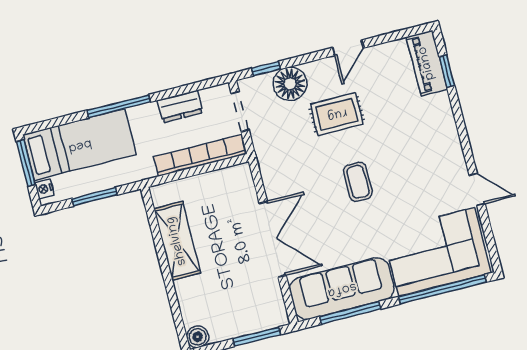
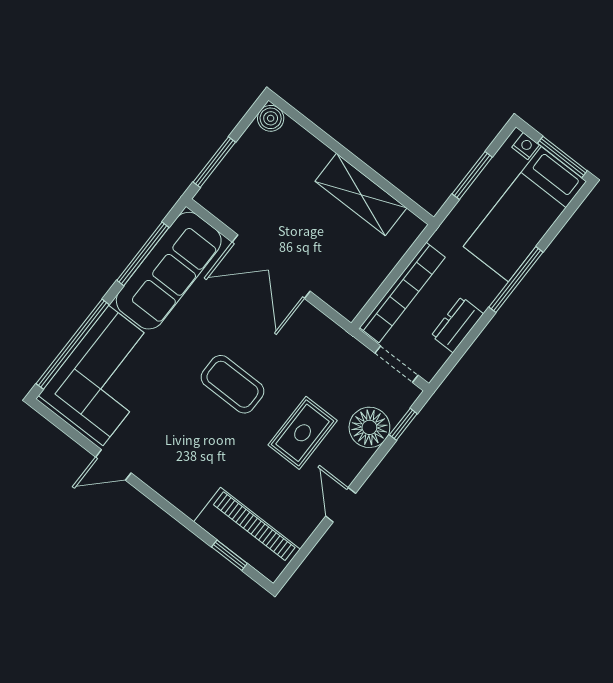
piano: (427, 63) -> (247, 536), width x1.37, depth x1.33
coffee table: (358, 182) -> (233, 384), width x1.36, depth x1.30

